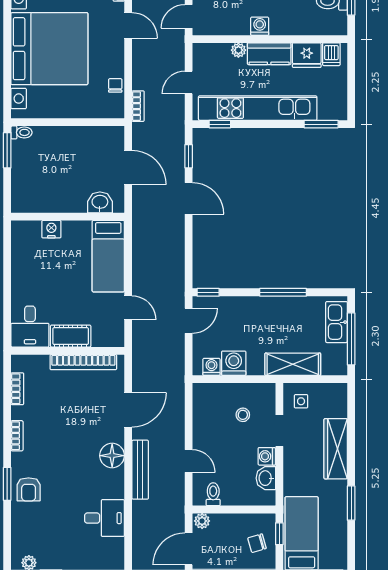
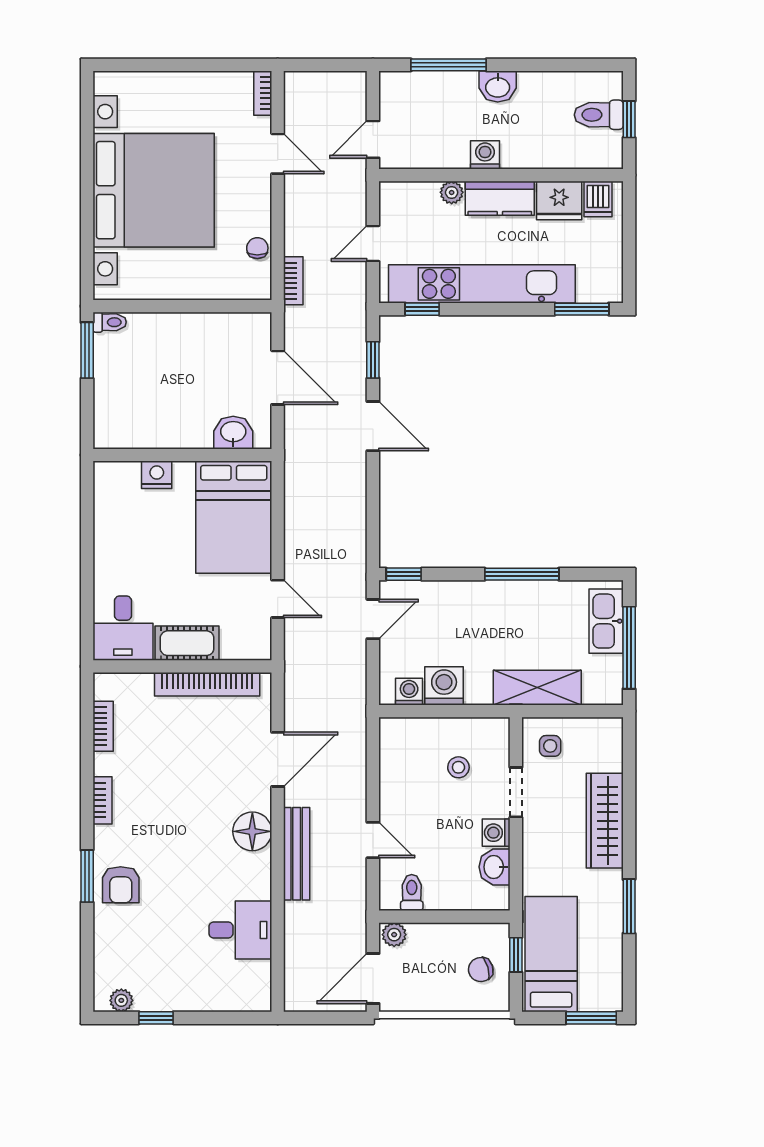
bed: (108, 256) -> (234, 517), width x1.50

